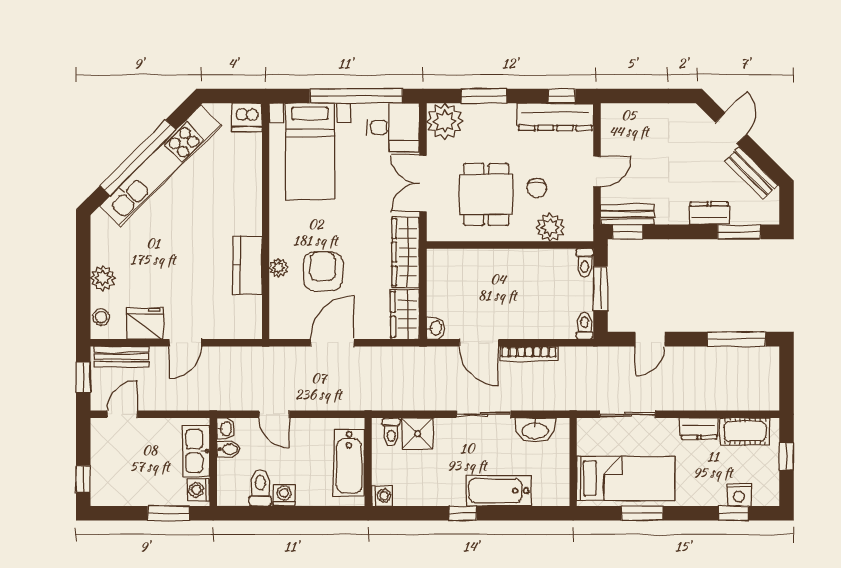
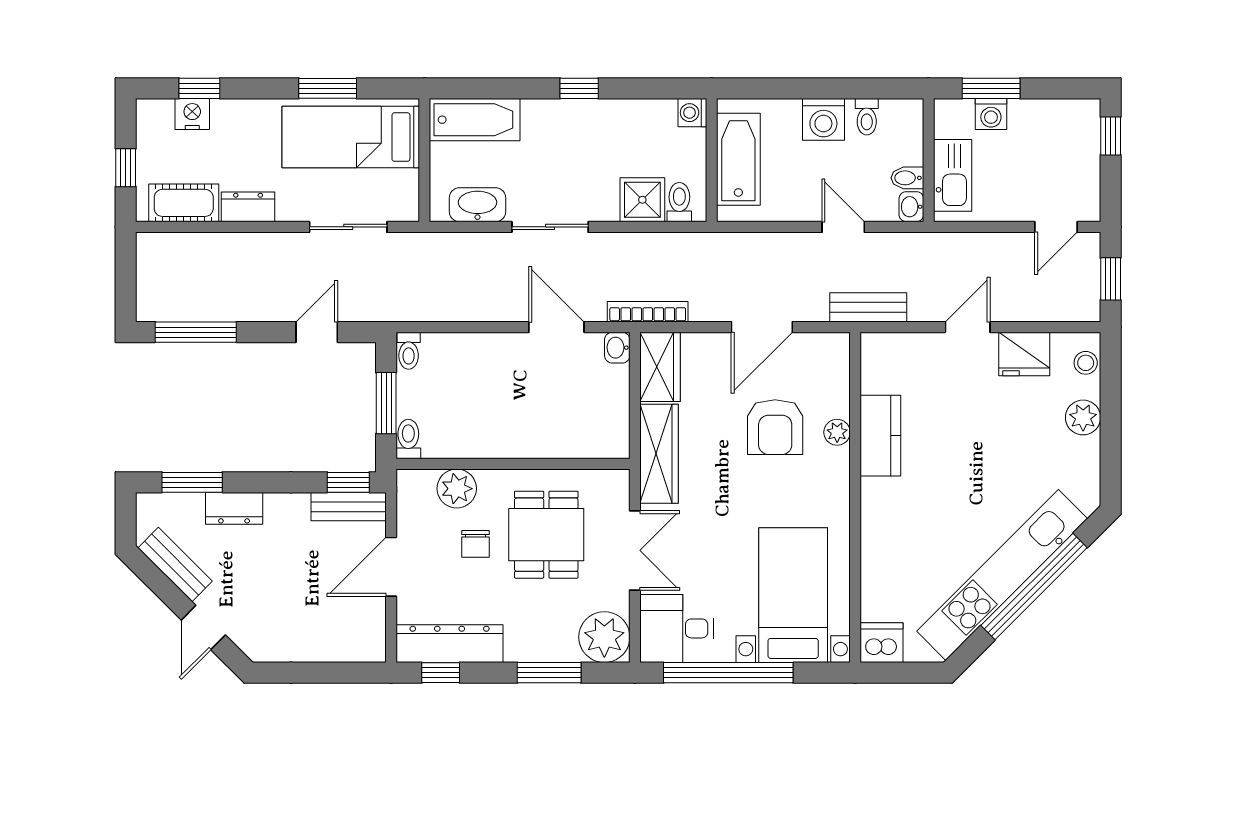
door: (597, 172) -> (391, 567), width x1.38
chair: (537, 188) -> (475, 544), turned 180
bookcase: (529, 354) -> (648, 312), moved
bench: (122, 357) -> (868, 307), moved
toilet: (260, 488) -> (867, 117), width x0.73, depth x0.72
washing machine: (198, 490) -> (991, 114), moved, turned 90
bathtub: (499, 491) -> (475, 120), moved
washing machine: (284, 495) -> (823, 119), width x1.38, depth x1.38

